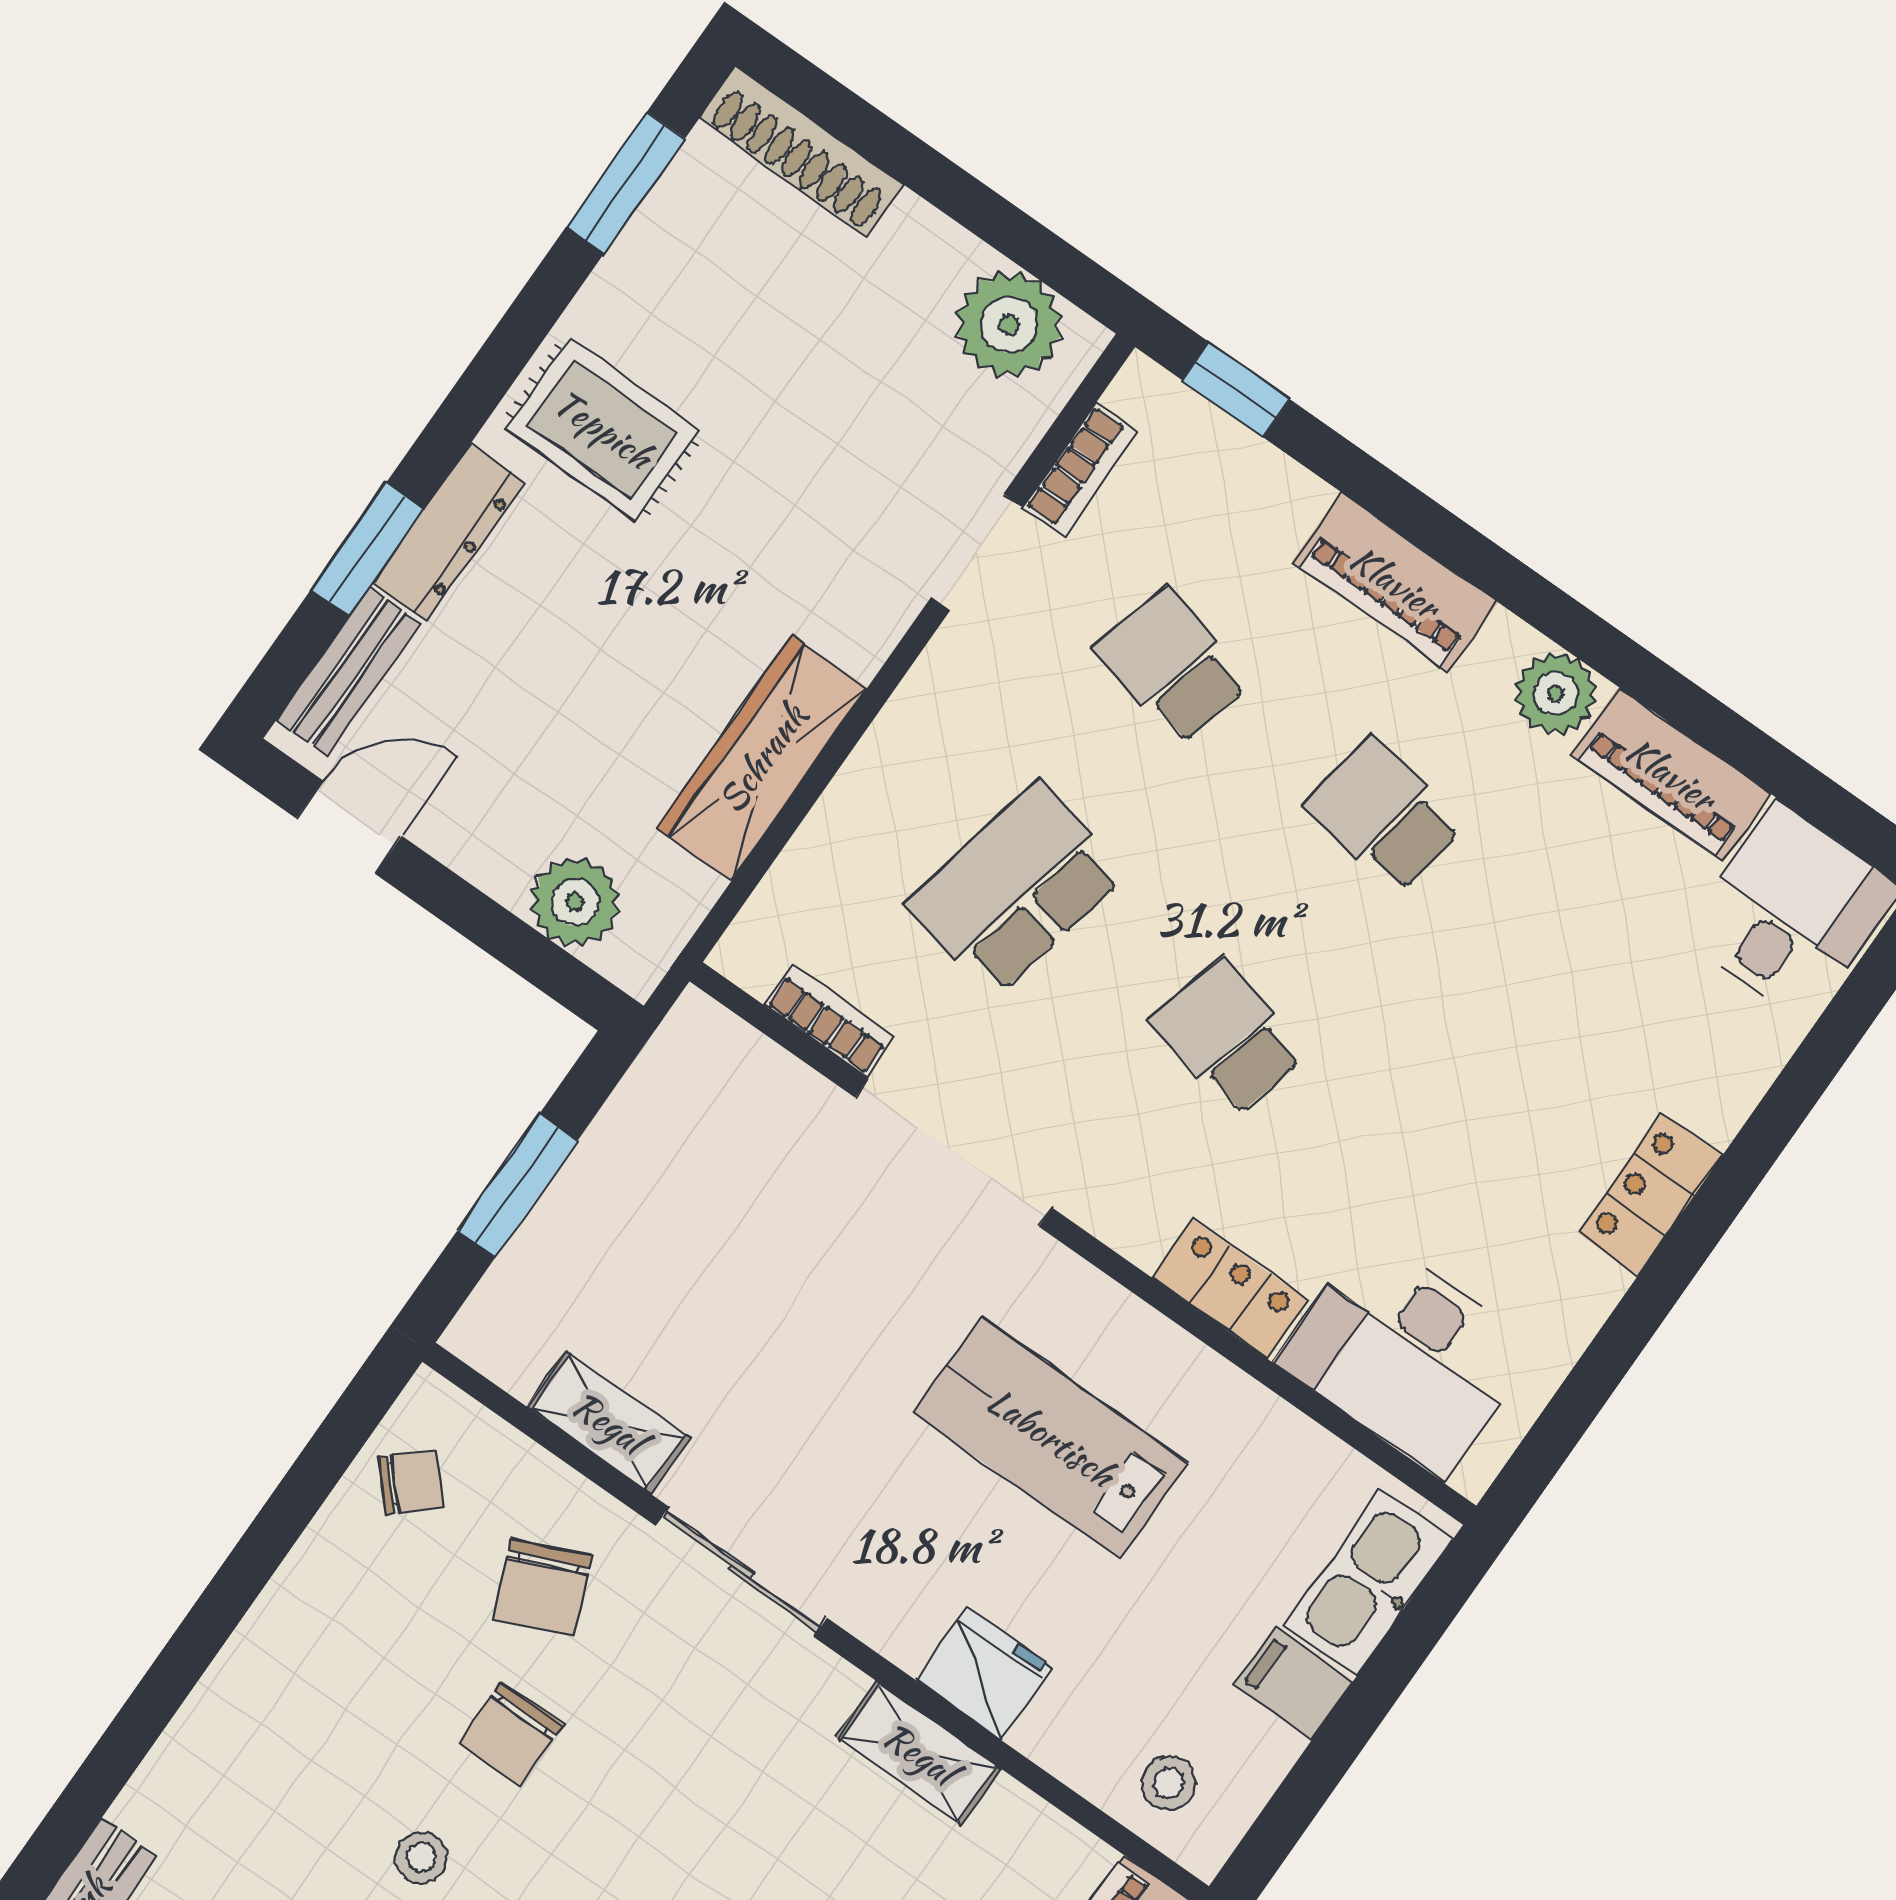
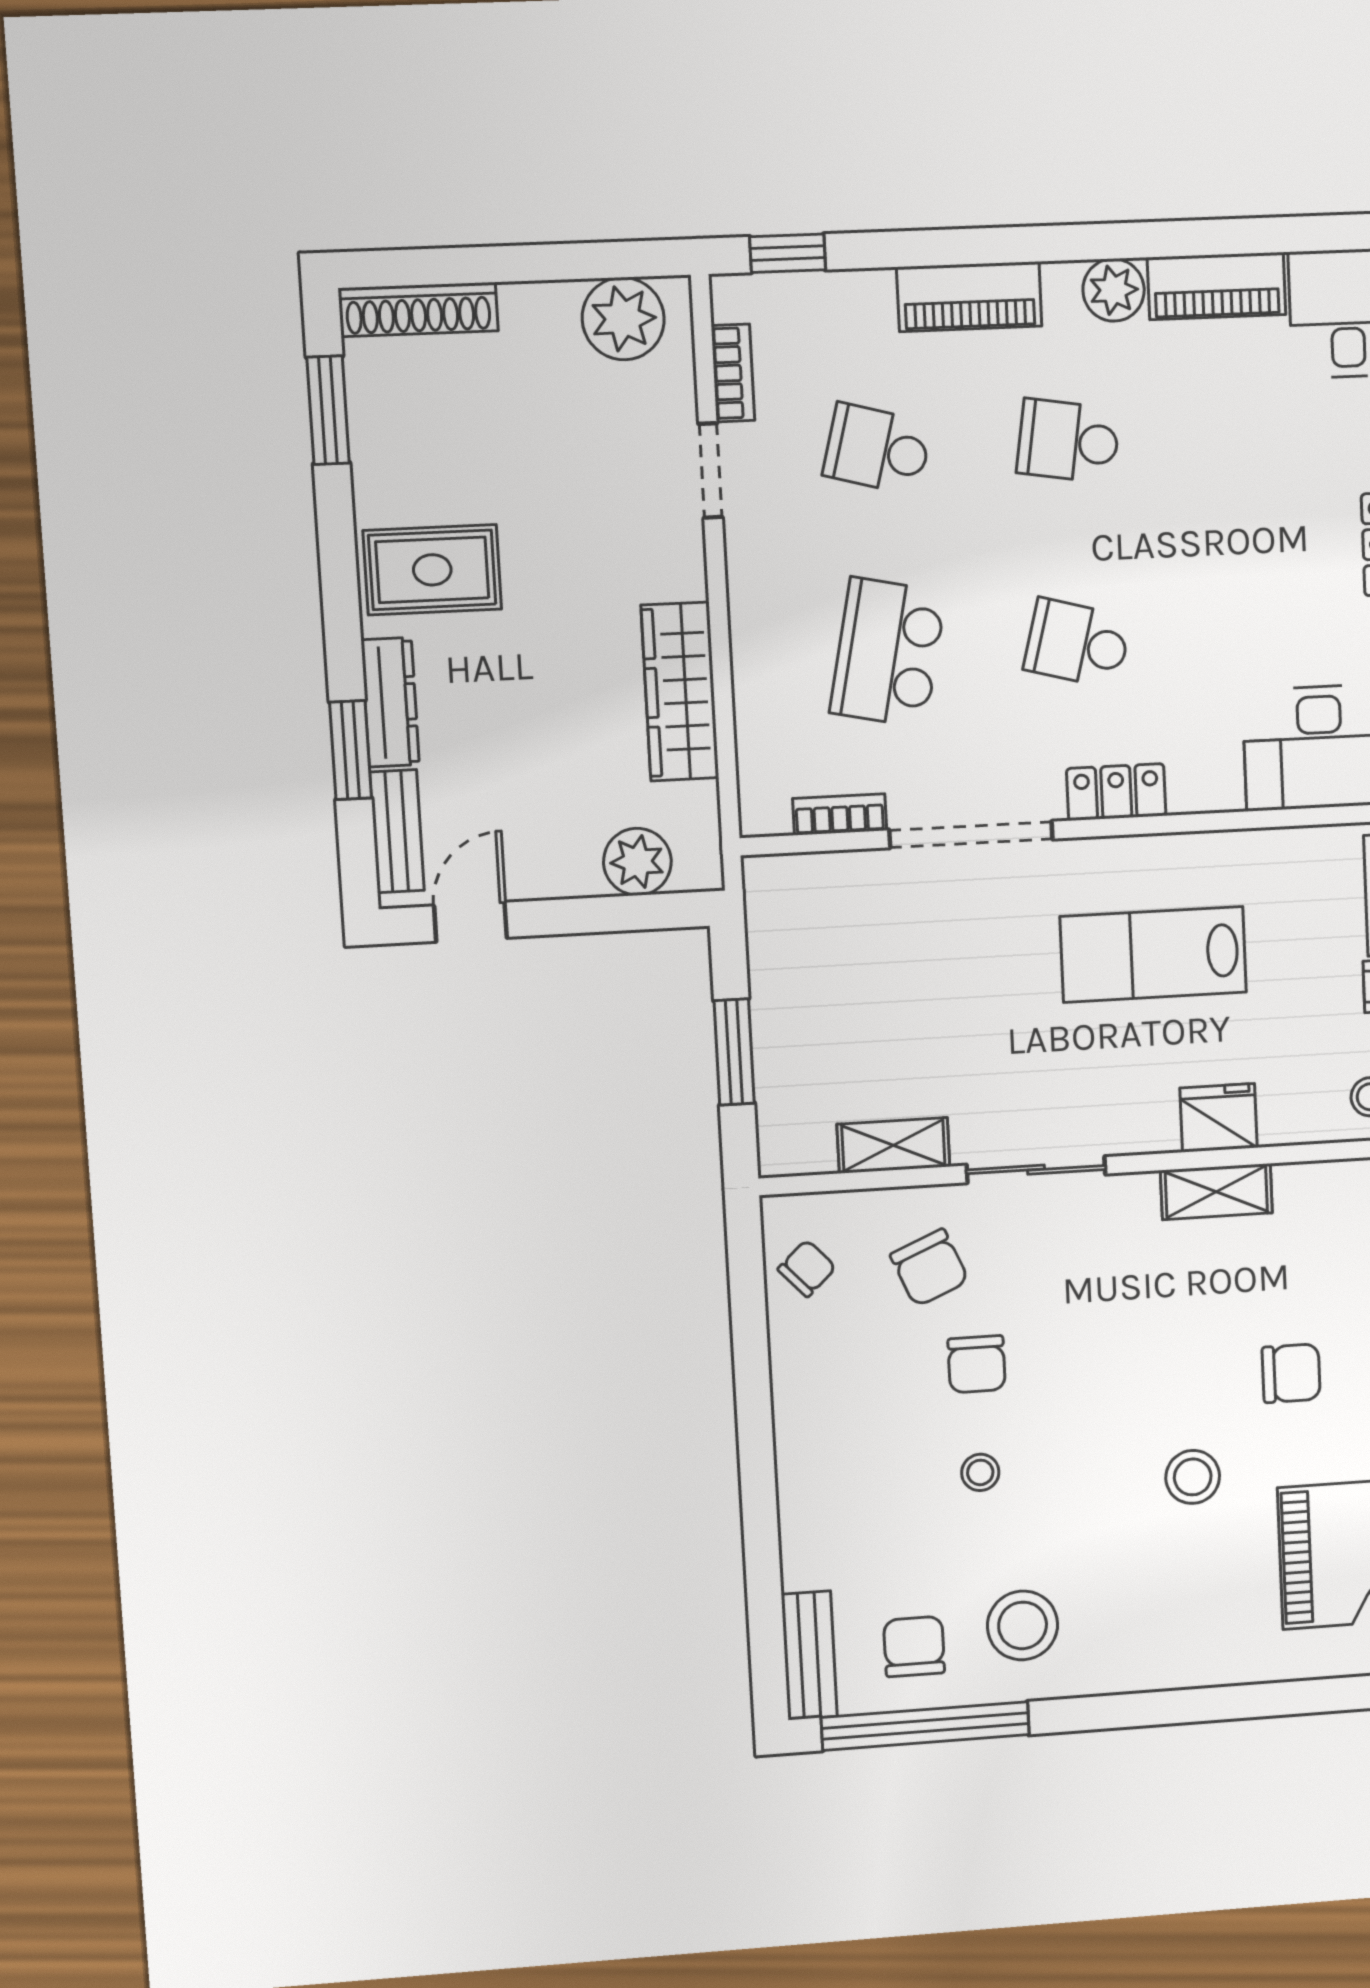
locker: (1230, 1289) -> (1116, 792), moved

